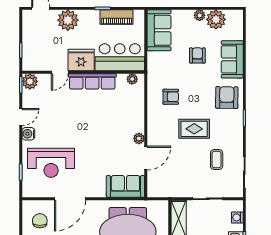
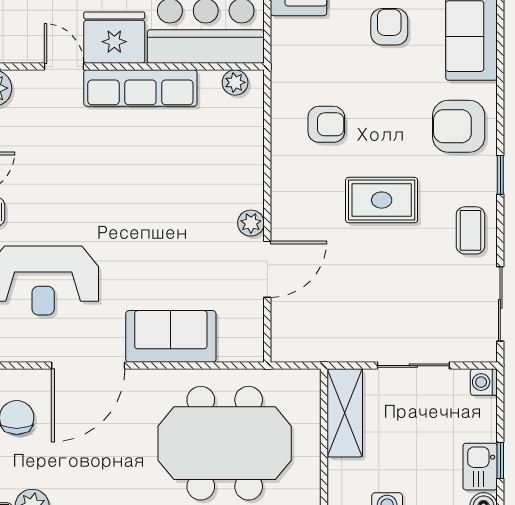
door: (60, 72) -> (64, 67), swing flipped
armchair: (227, 98) -> (459, 126), turned -91
coffee table: (217, 160) -> (470, 230), moved
sofa: (125, 186) -> (171, 336), moved
washing machine: (237, 217) -> (484, 382), moved

